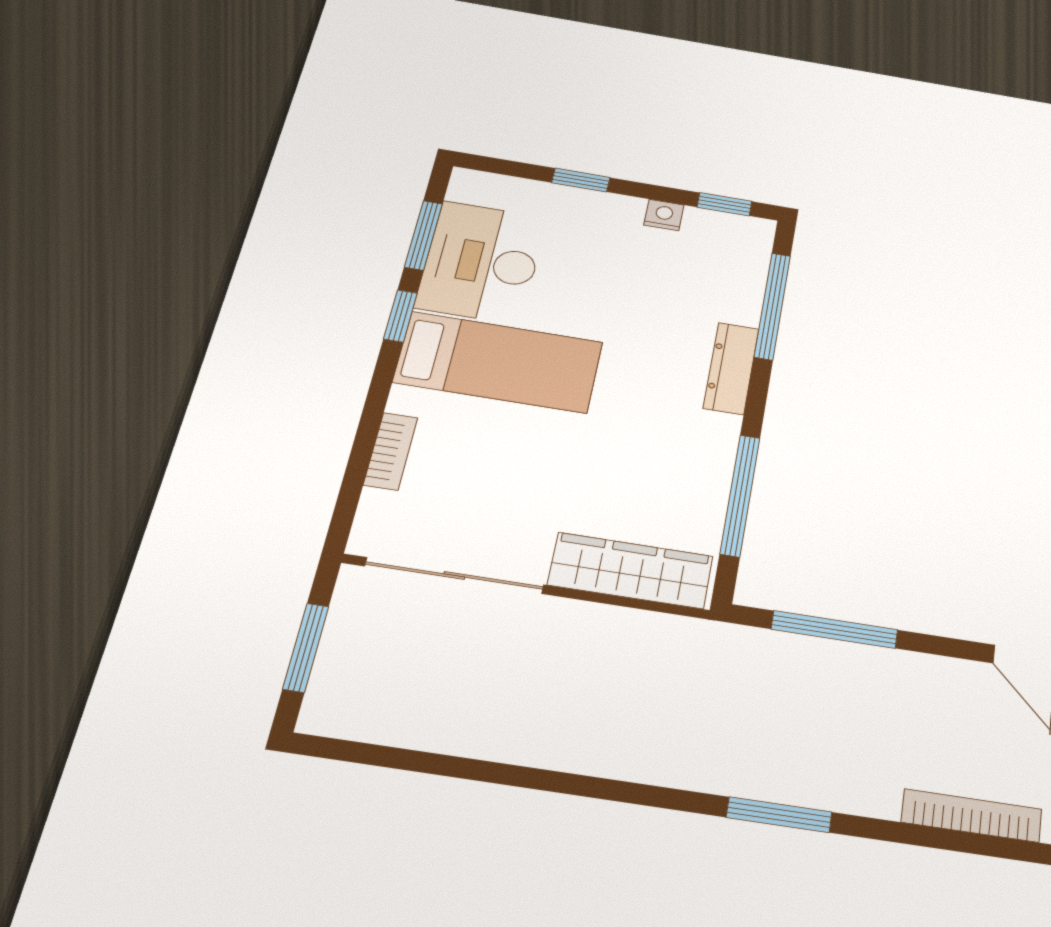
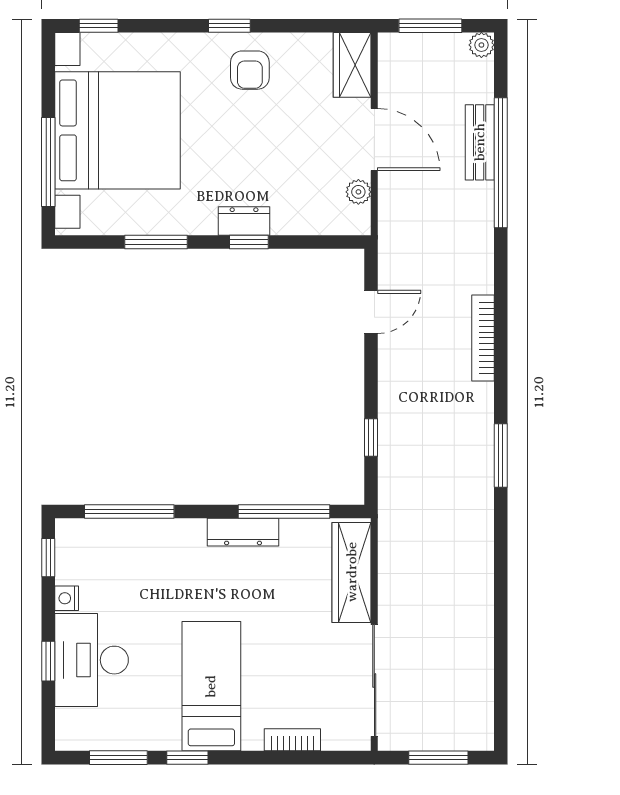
desk: (481, 262) -> (92, 660), moved, turned 90
dresser: (731, 368) -> (243, 532), moved
window: (835, 629) -> (371, 437), width x0.46

